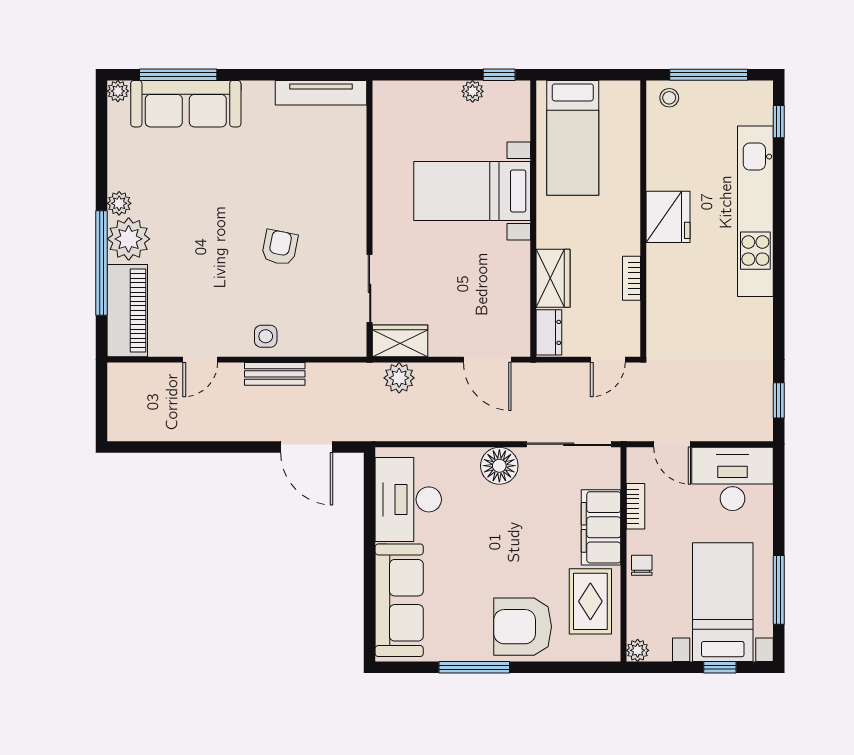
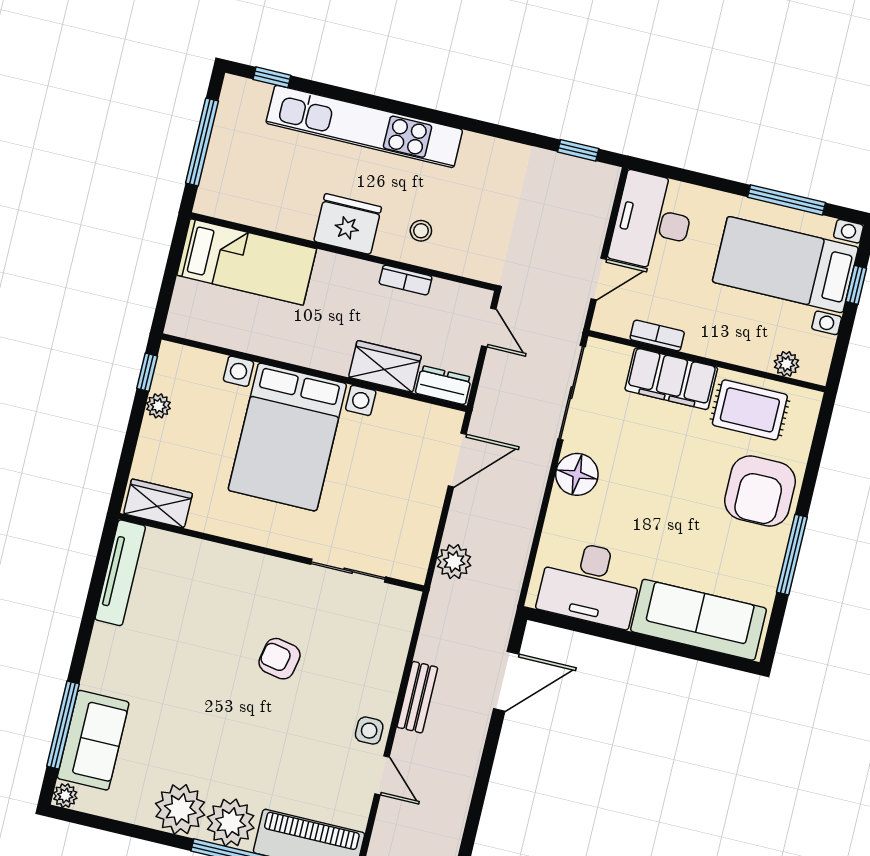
stool: (669, 98) -> (421, 231), moved
sofa: (186, 104) -> (93, 740), width x0.73
bed: (573, 138) -> (247, 262), moved
bed with nightstands: (472, 191) -> (287, 437), width x1.36
plant: (119, 203) -> (180, 809), width x1.87, depth x1.87
side table: (266, 336) -> (369, 731), moved
wardrobe: (400, 341) -> (158, 503), moved, turned 90
chair: (642, 565) -> (724, 344), removed
plant: (638, 650) -> (787, 364), moved

